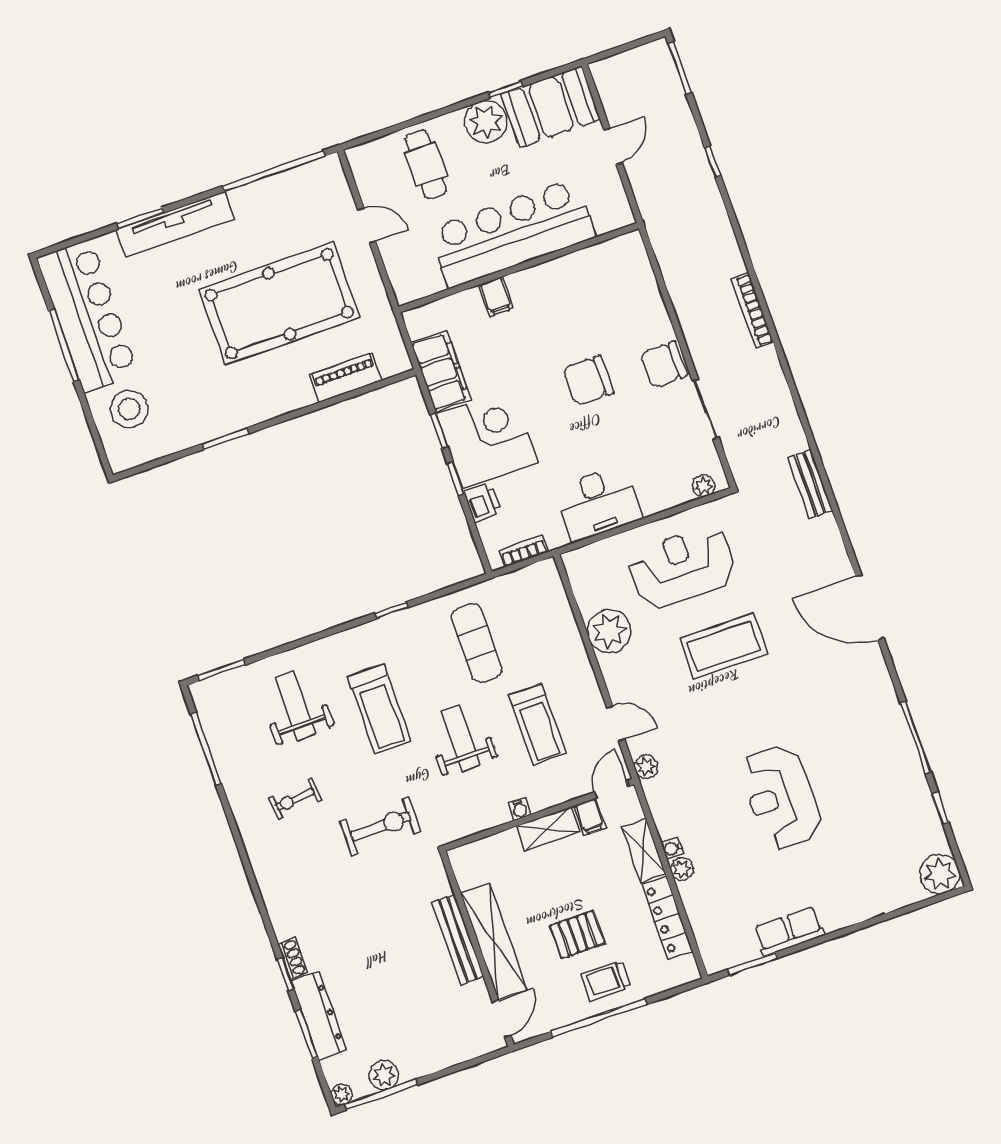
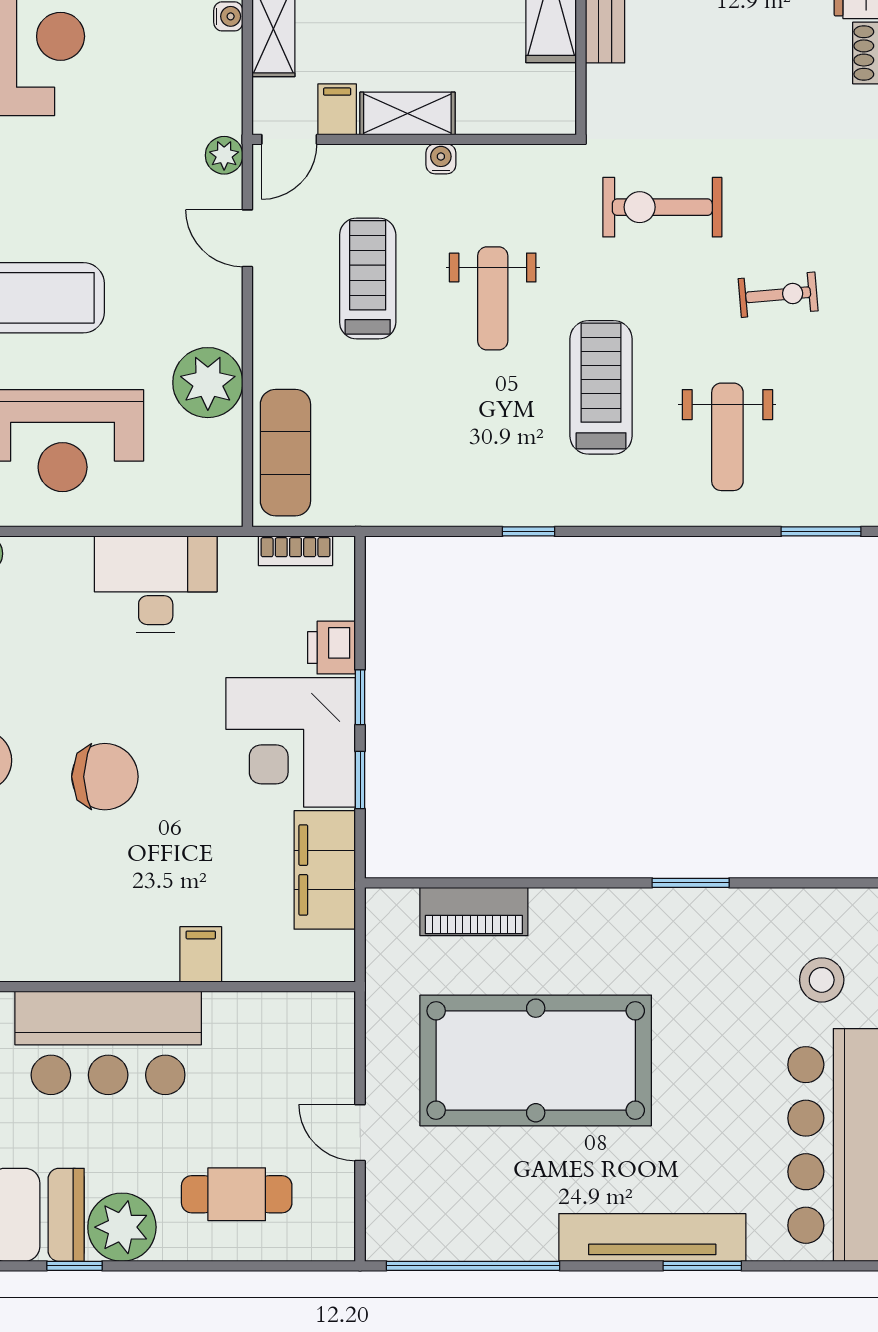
cafe table: (426, 164) -> (237, 1194), turned 90
bar counter: (512, 233) -> (108, 1043), width x0.73
stool: (129, 409) -> (822, 980), width x0.73, depth x0.73
exercise mat: (477, 643) -> (285, 453), moved

